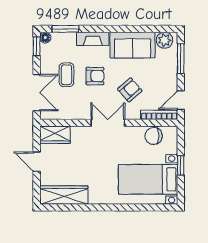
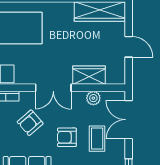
plant: (70, 113) -> (93, 98), added
wardrobe: (55, 135) -> (89, 75), moved

